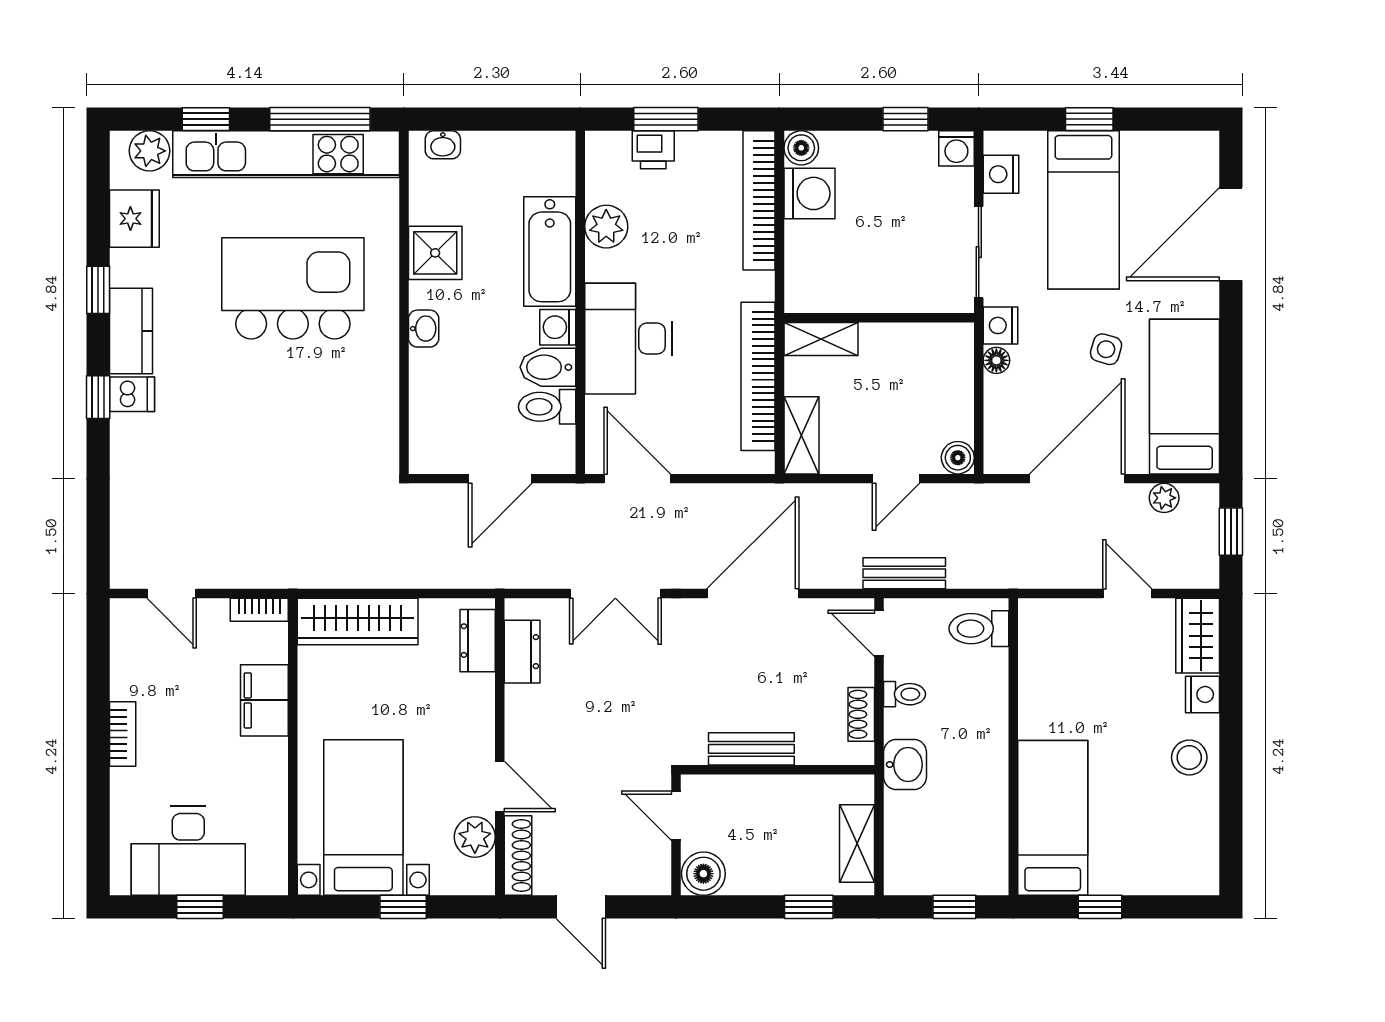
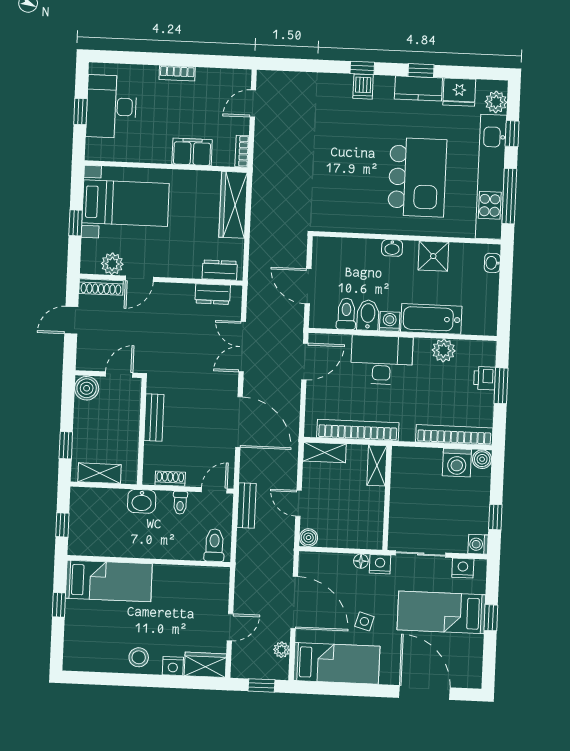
kitchen counter: (131, 331) -> (418, 88), moved

